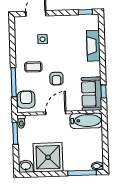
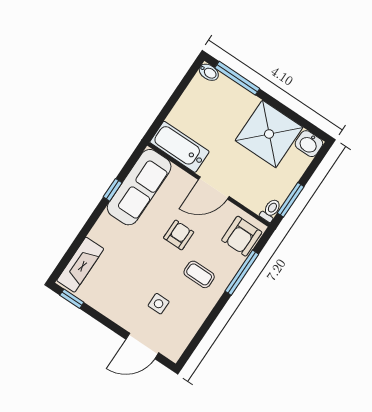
fireplace: (93, 46) -> (80, 265), moved
window: (104, 91) -> (113, 190), moved
sofa: (92, 94) -> (139, 187), width x1.36

